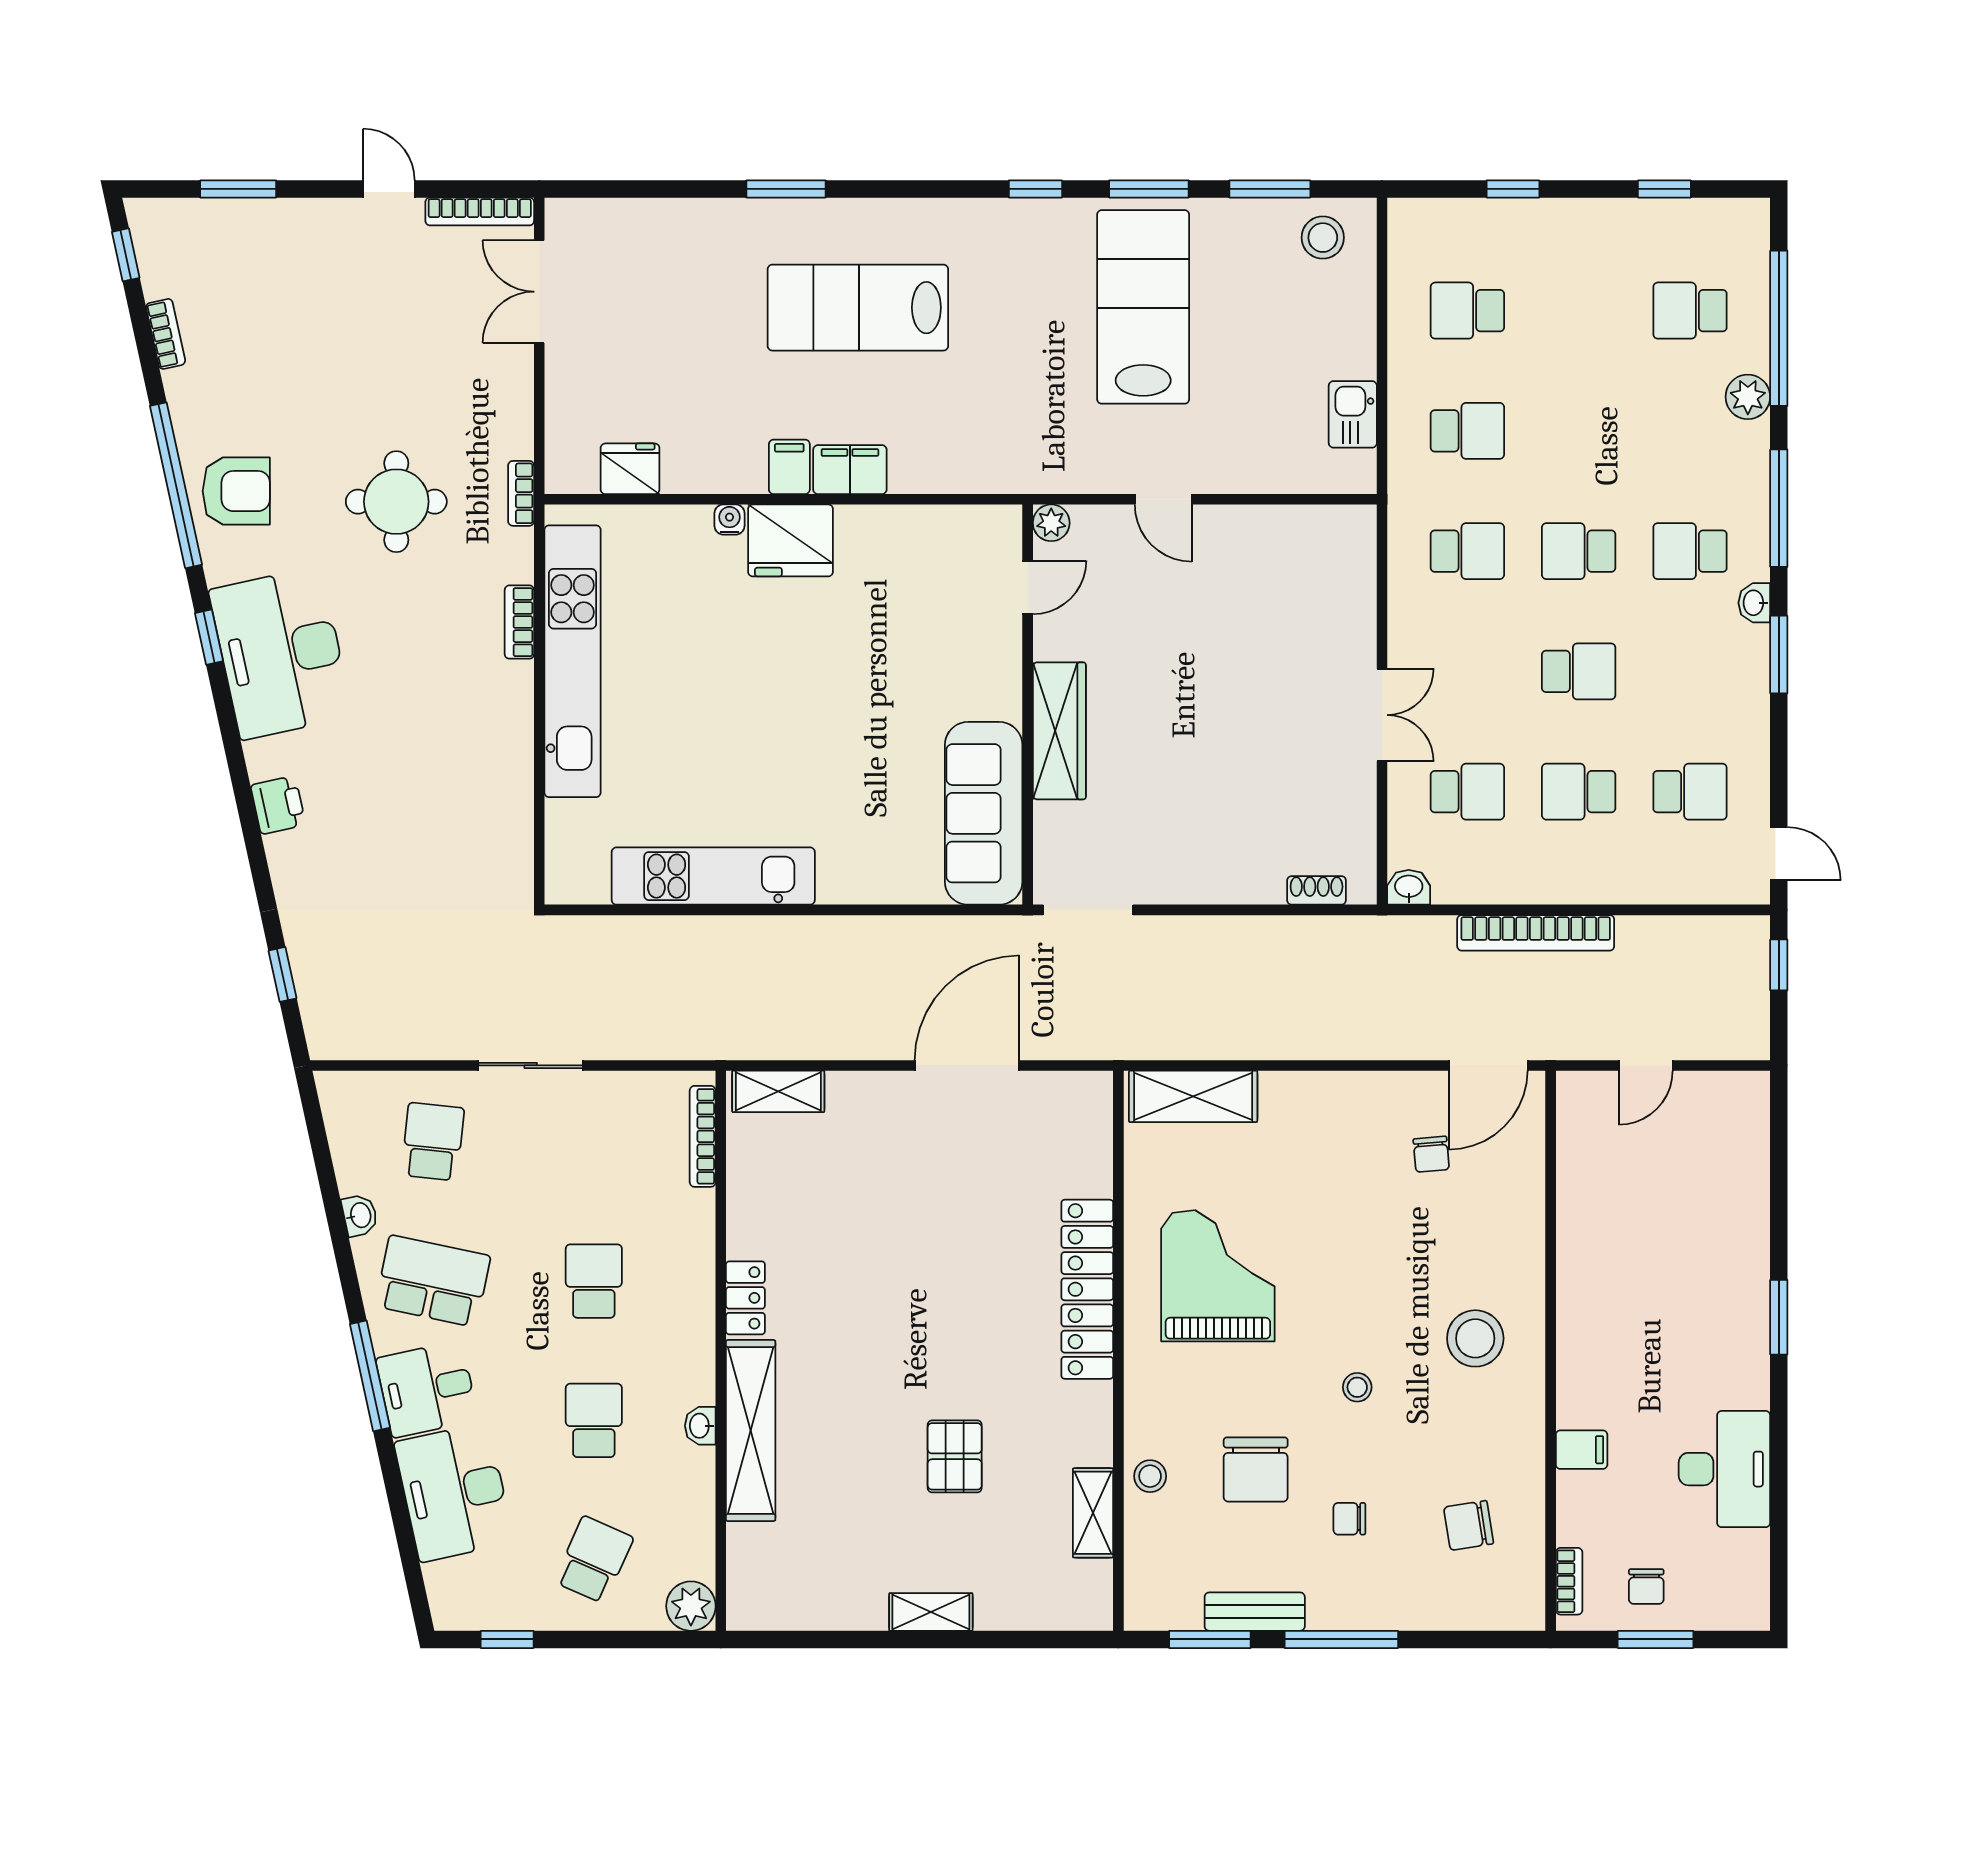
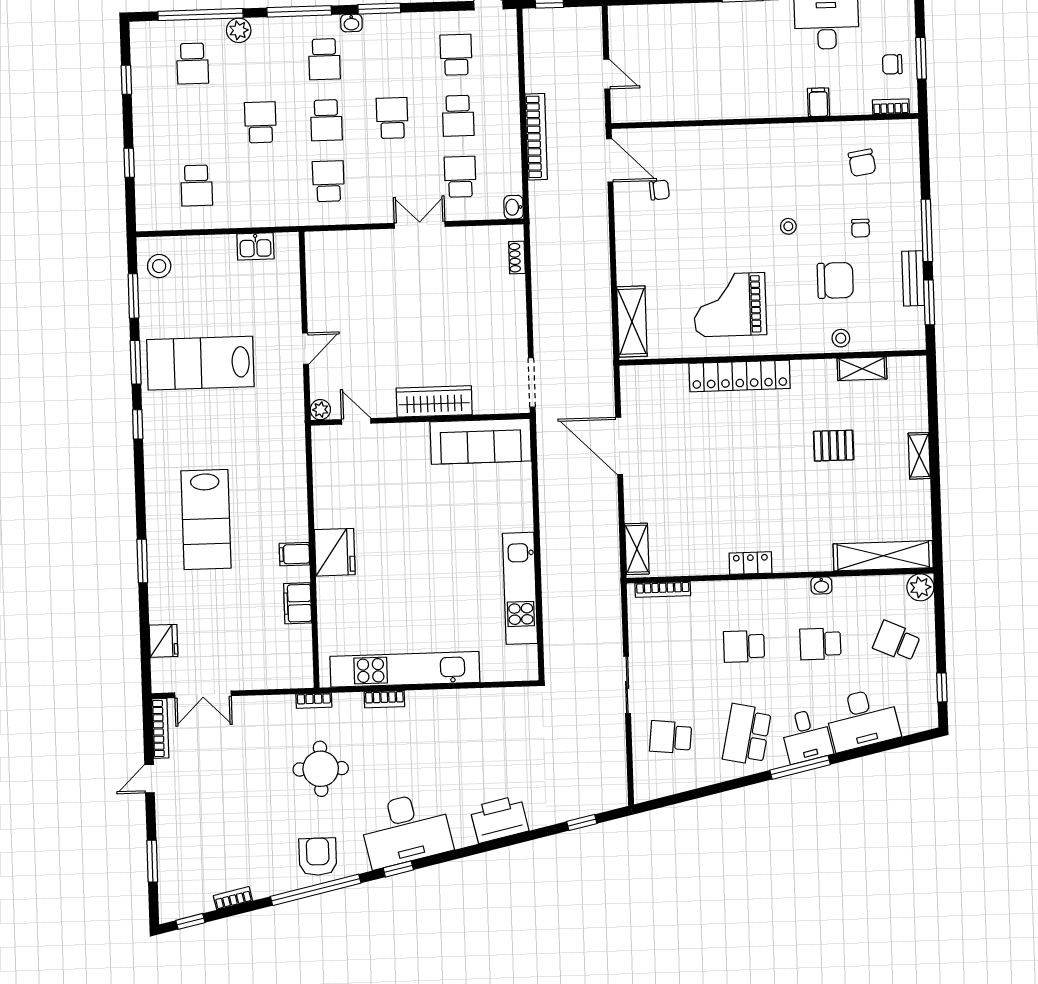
school desk: (1467, 431) -> (260, 122), moved
fridge: (630, 469) -> (164, 641), moved, turned 180
filing cabinet: (850, 470) -> (298, 603), moved
water cooler: (729, 520) -> (324, 586), removed
printer: (278, 805) -> (499, 819), width x1.87, depth x1.48
washbasin: (360, 1215) -> (712, 776), removed
stool: (1475, 1338) -> (759, 162), removed
shelving: (751, 1430) -> (883, 556), moved
chair: (1646, 1586) -> (892, 64), turned 180

